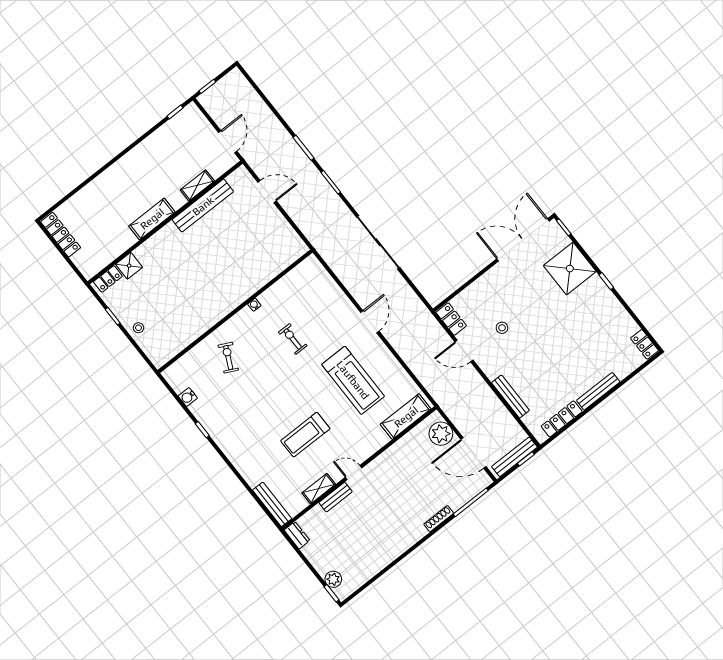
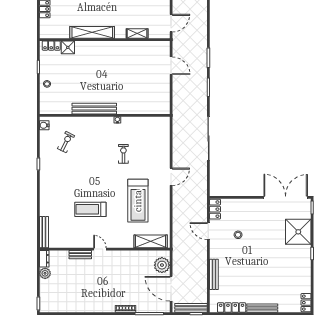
bench: (203, 206) -> (94, 109), moved
shelving: (152, 219) -> (92, 32), width x1.47
exercise bike: (228, 358) -> (66, 142), moved
water cooler: (188, 397) -> (44, 125), moved
shelving: (319, 489) -> (75, 243), removed
plant: (333, 579) -> (45, 273), moved

